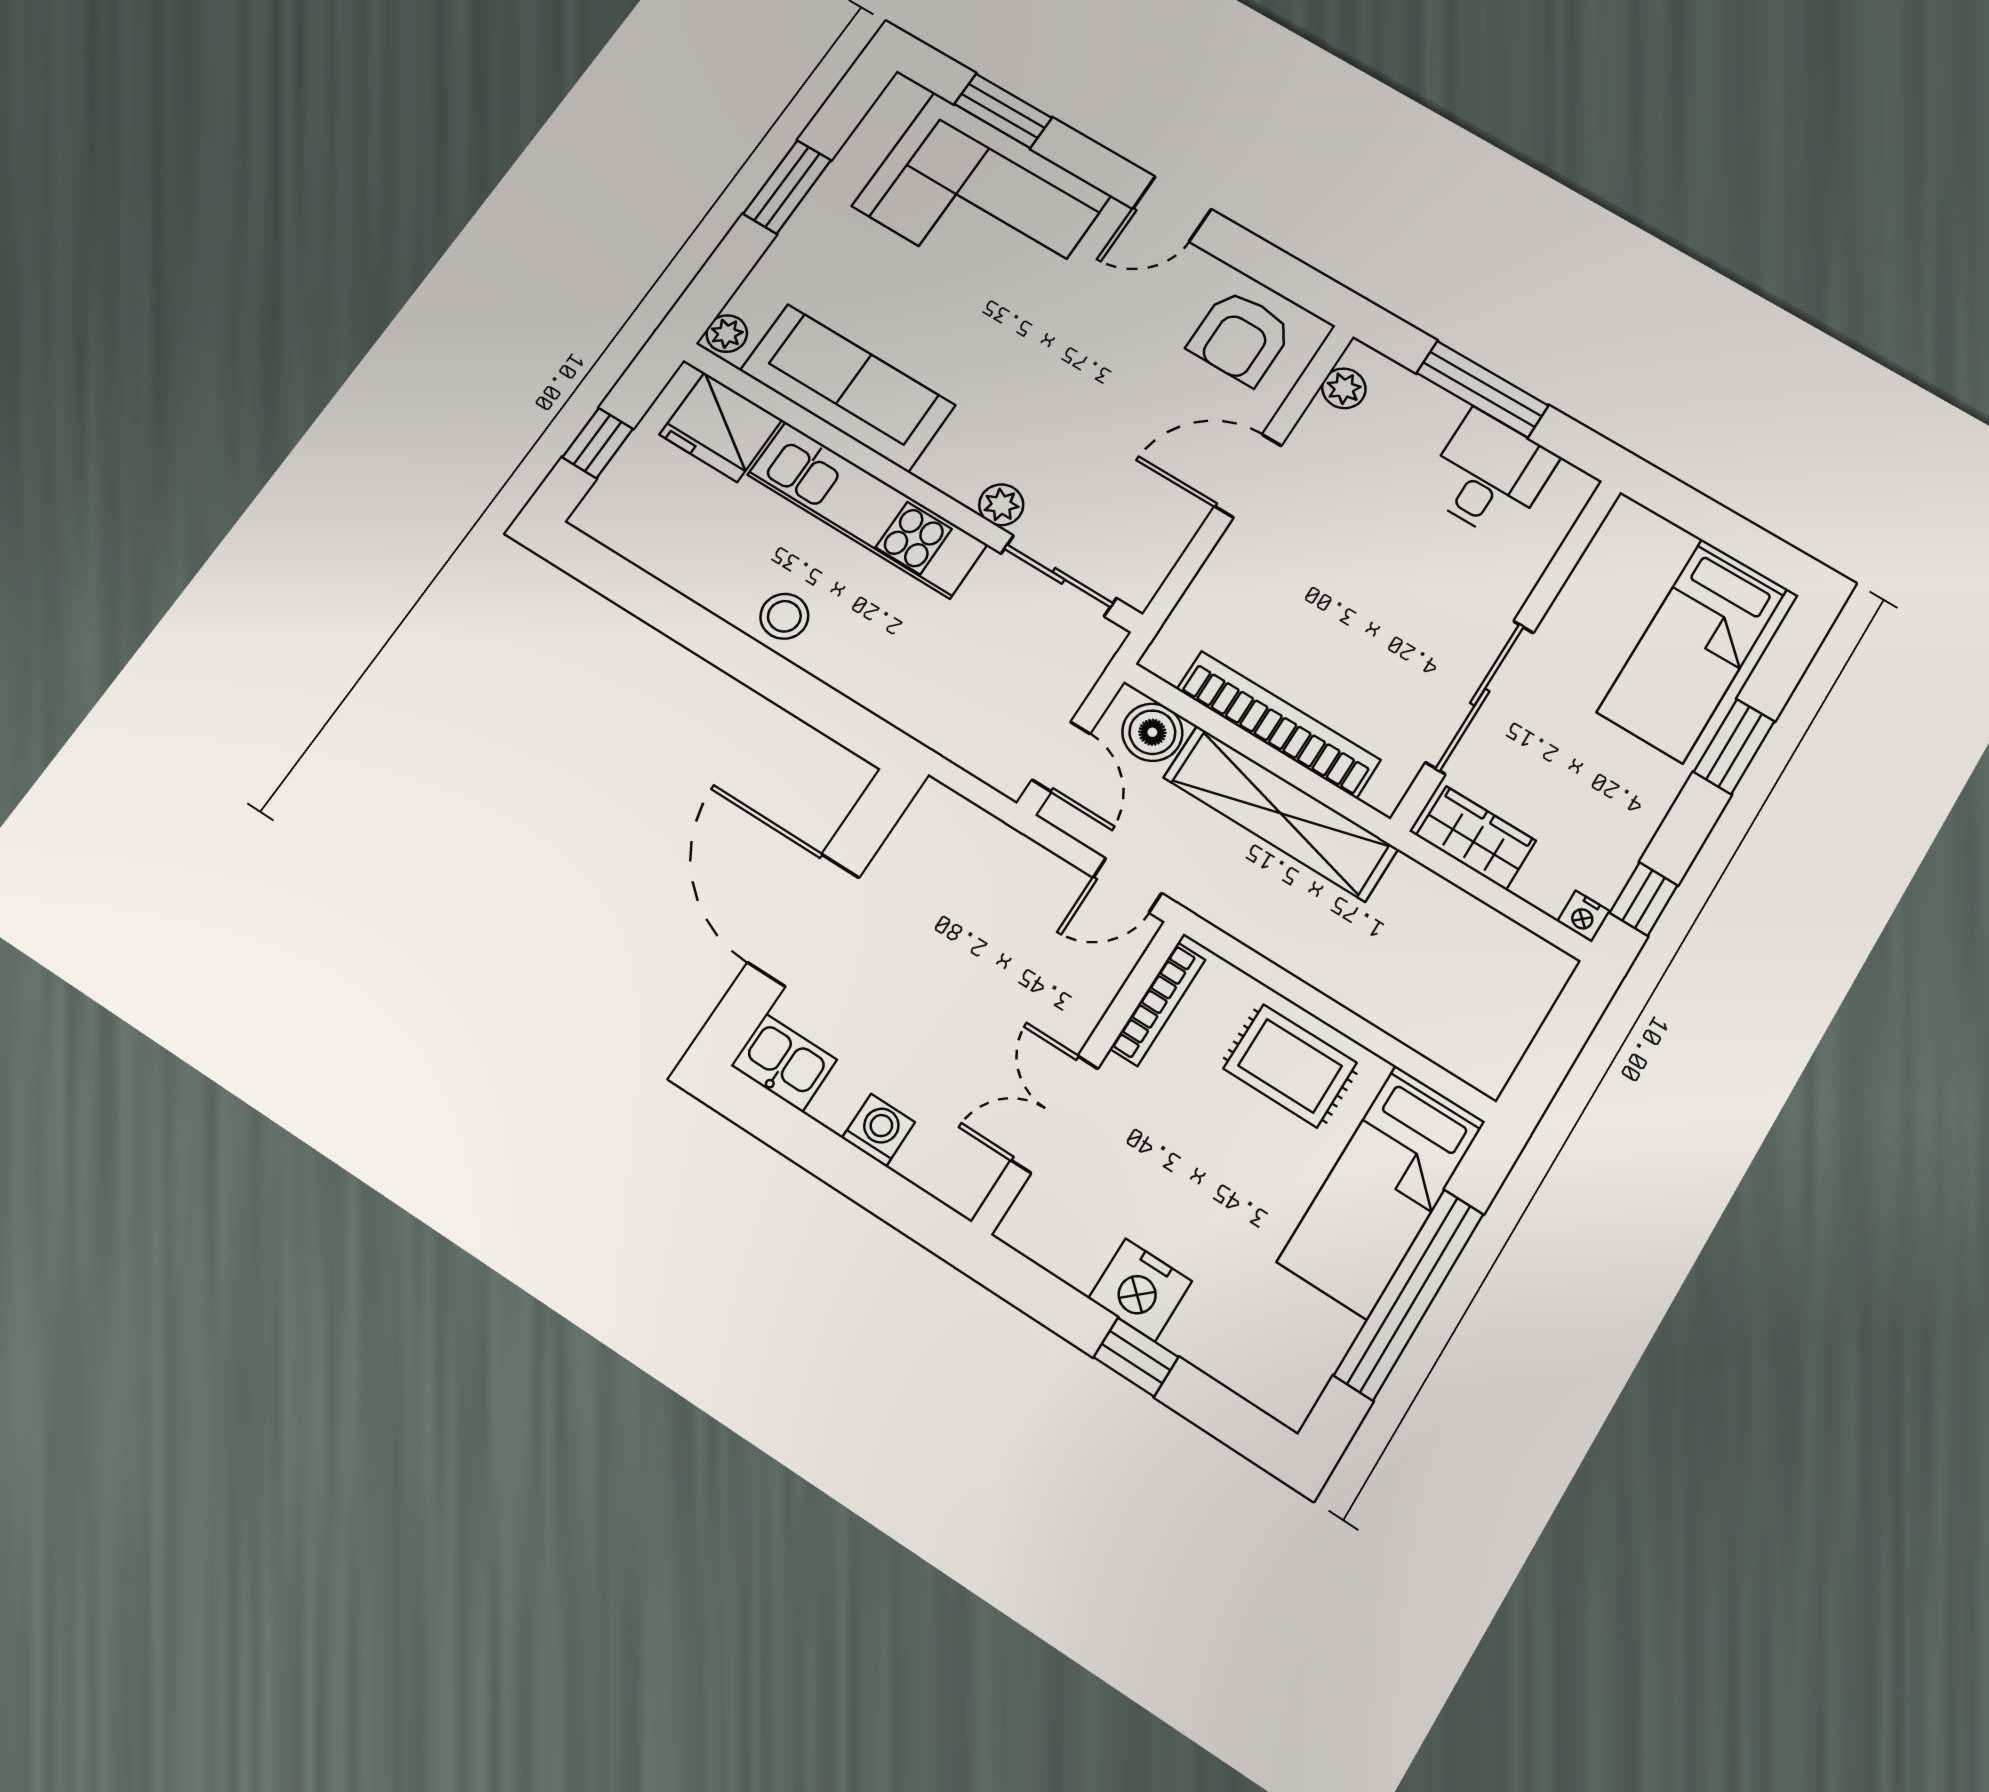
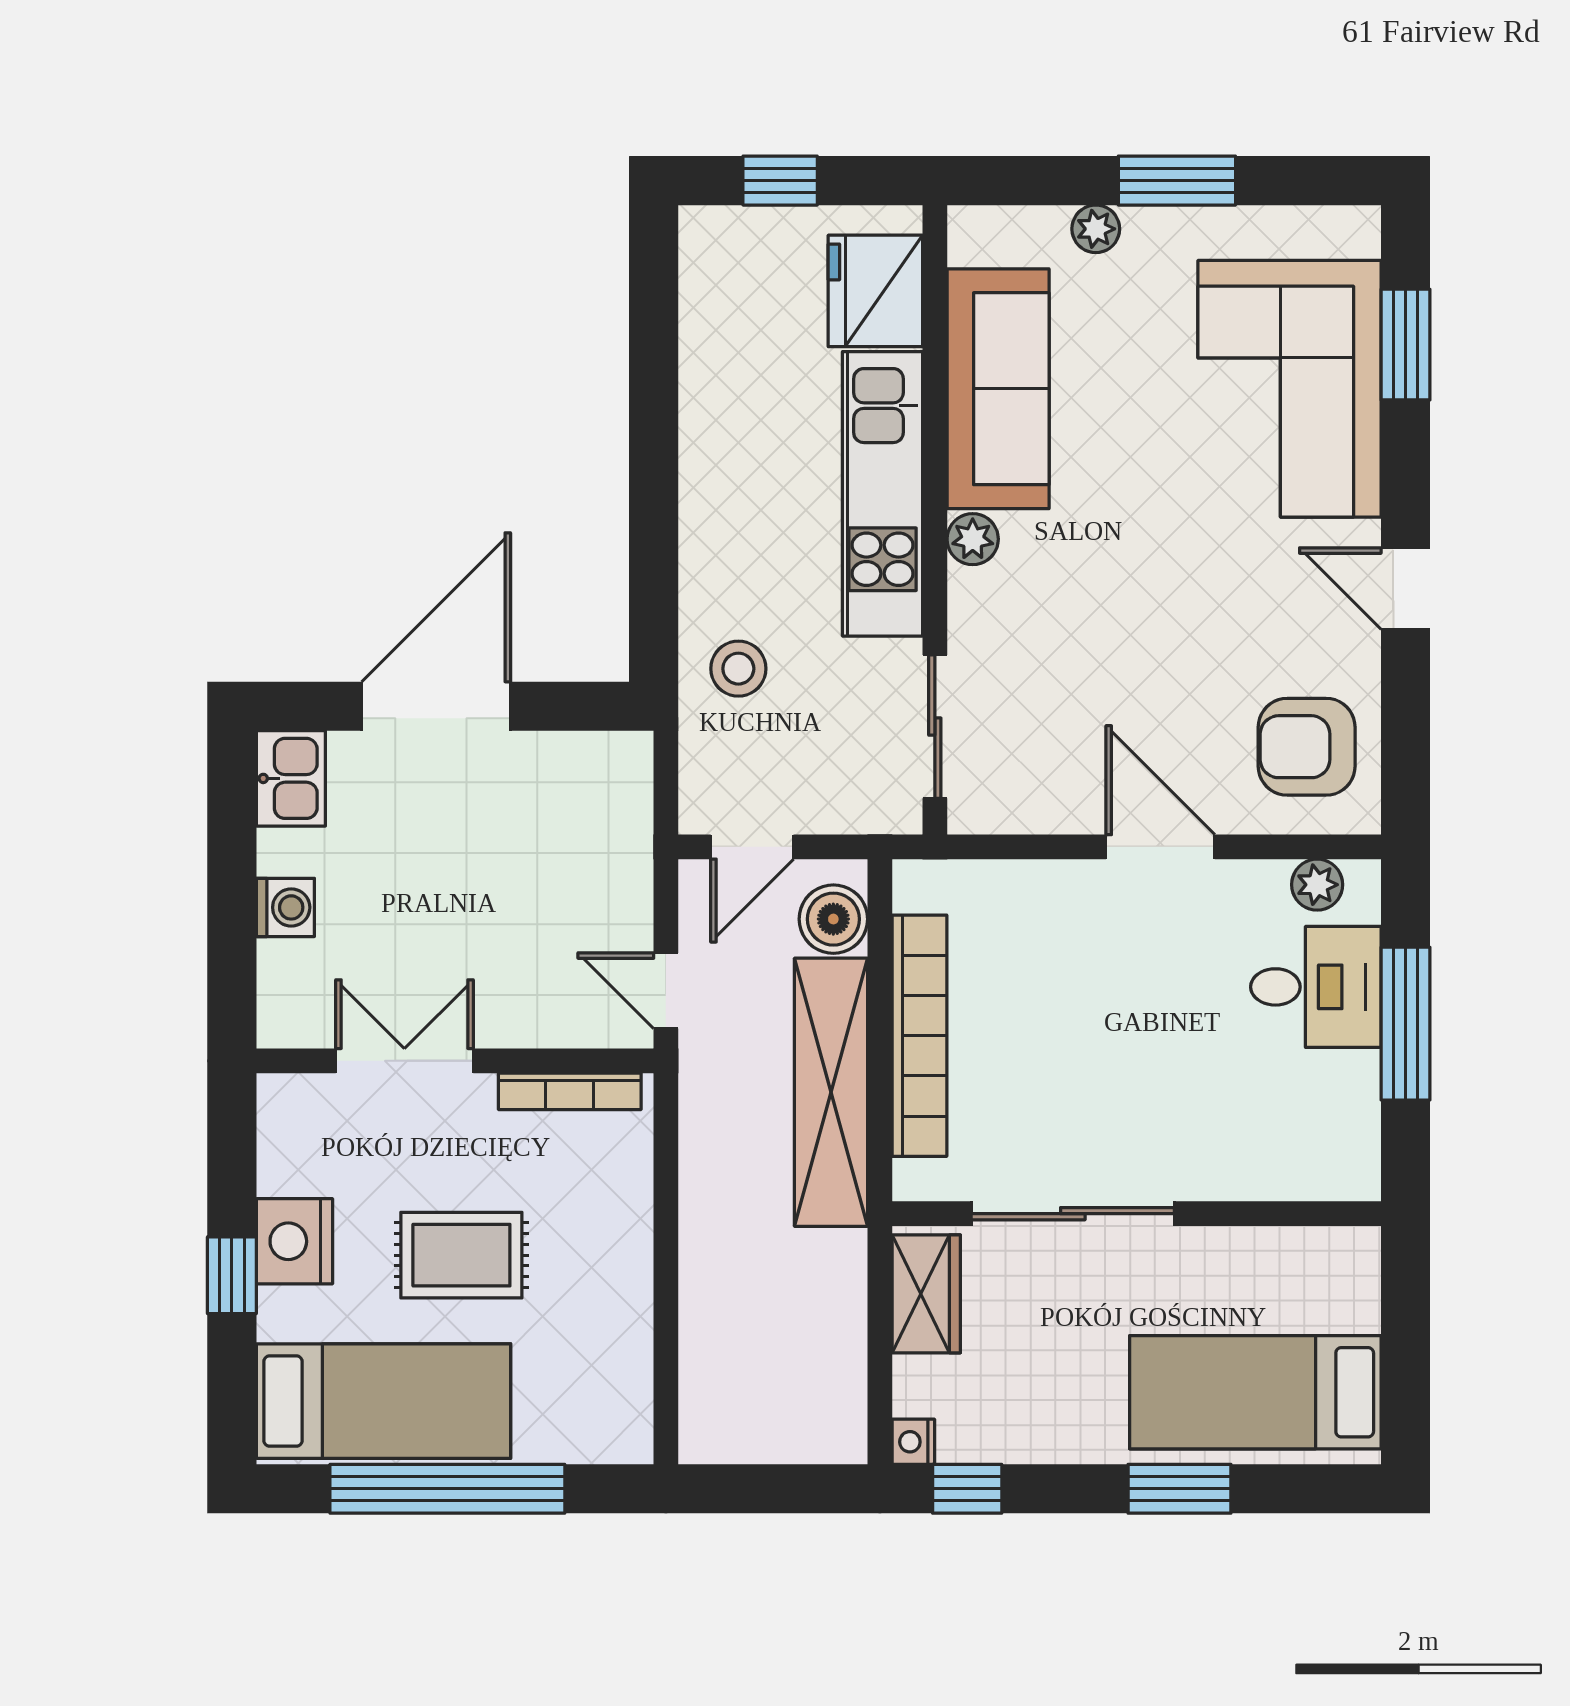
plant: (727, 334) -> (1096, 229), moved
desk: (1489, 475) -> (1316, 987), moved
plant: (1001, 505) -> (973, 539), moved
stool: (784, 616) -> (738, 669), moved
rug: (1290, 1066) -> (461, 1255), moved, turned 90
bed: (1382, 1191) -> (383, 1401), moved, turned 180

